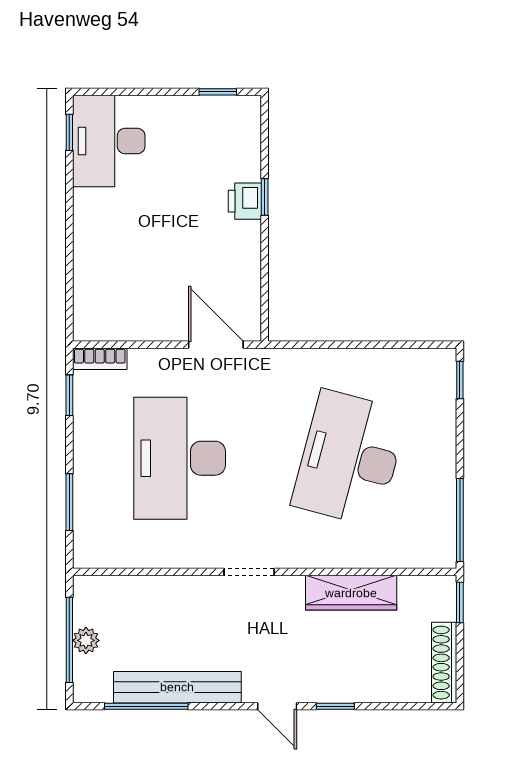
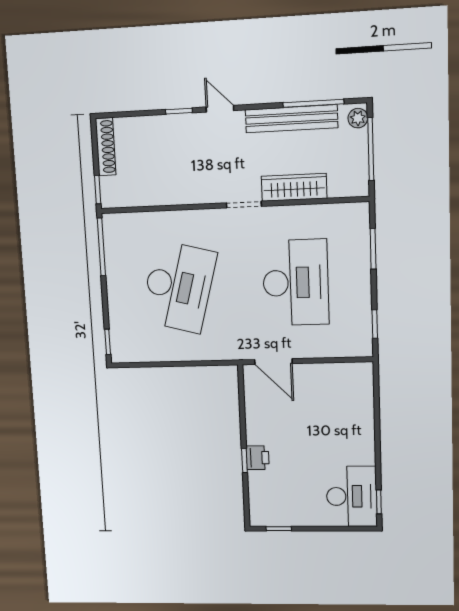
bookcase: (100, 359) -> (354, 350), removed
wardrobe: (351, 593) -> (294, 187), moved
plant: (86, 640) -> (358, 118), moved

